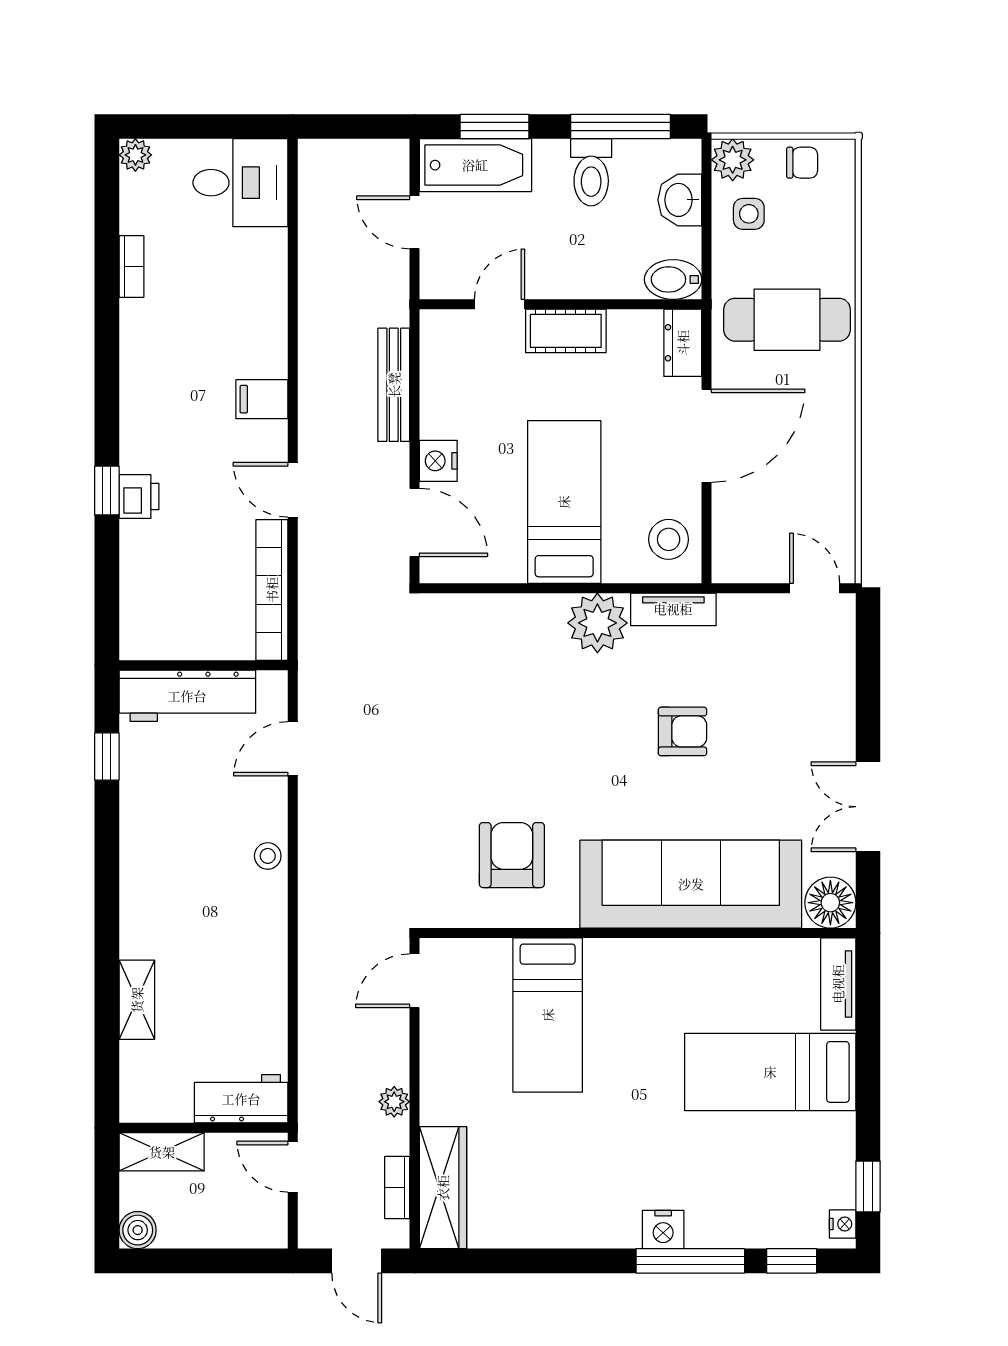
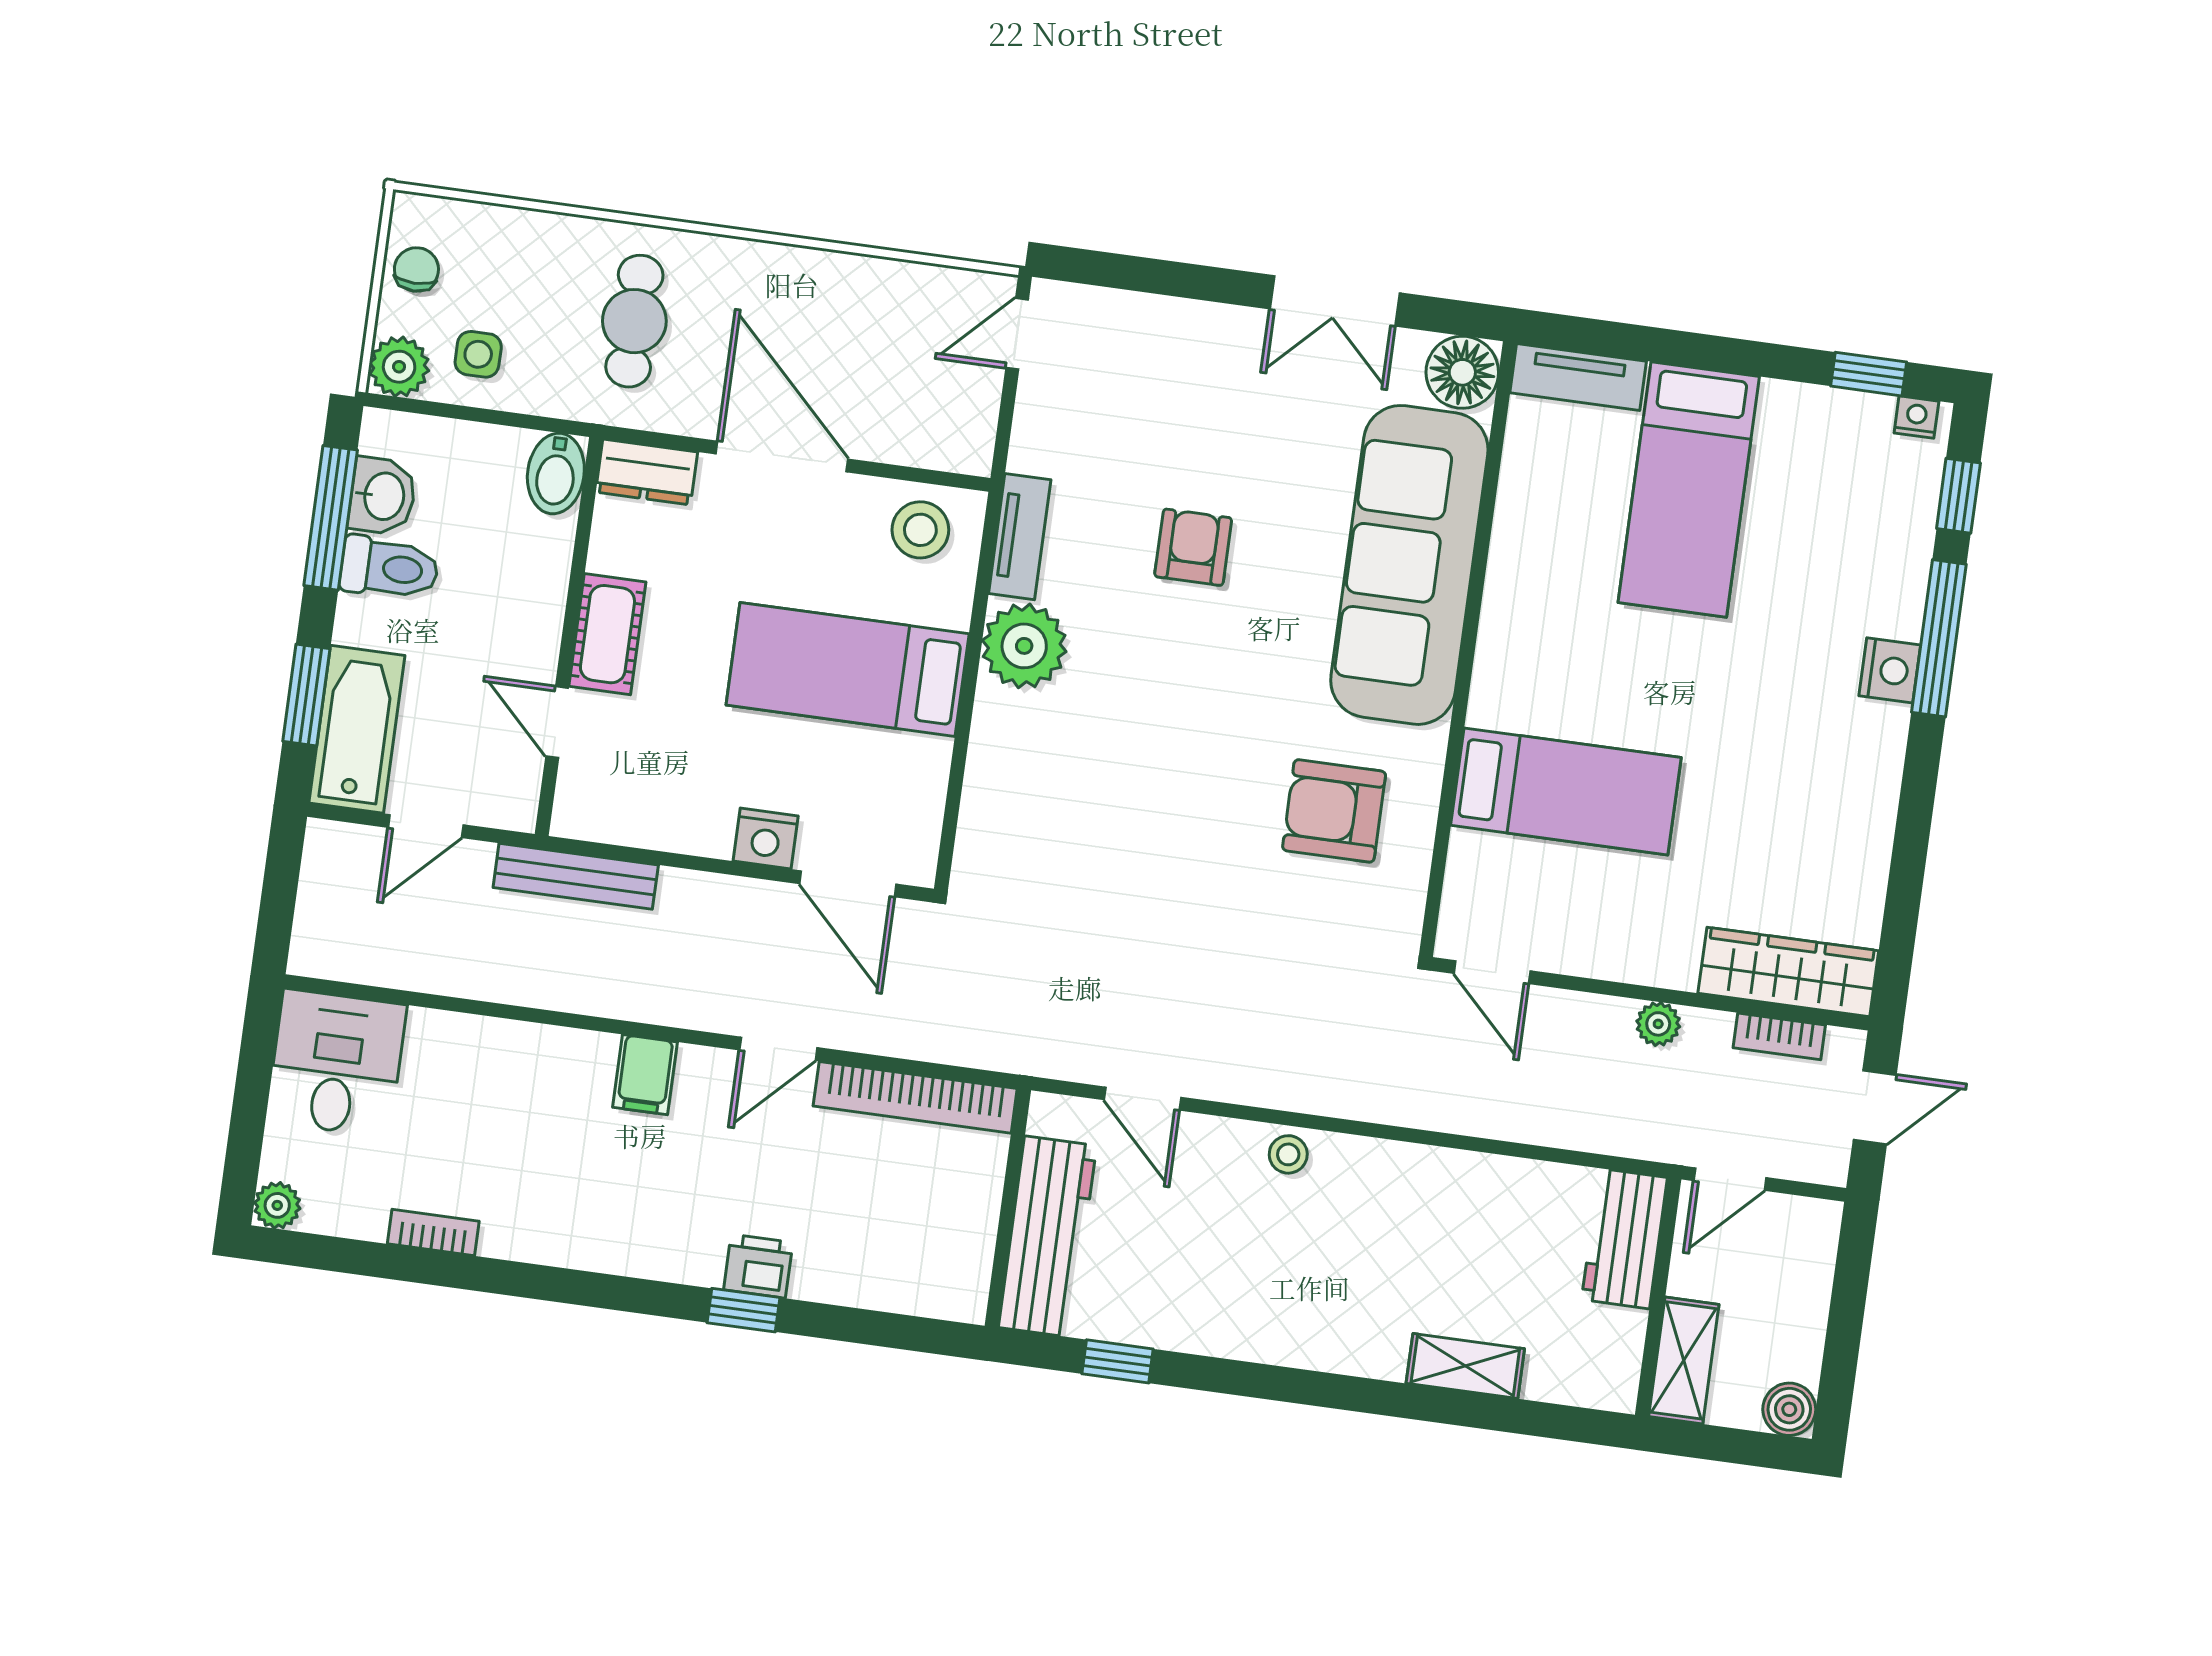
washbasin: (680, 200) -> (382, 496), moved, turned -90
cafe table: (787, 320) -> (634, 321), width x0.73, depth x0.74
bench: (394, 385) -> (576, 876), moved
door: (414, 523) -> (848, 884), swing flipped

